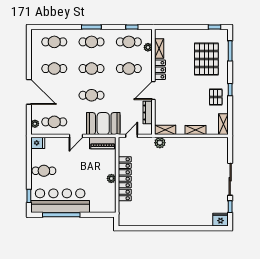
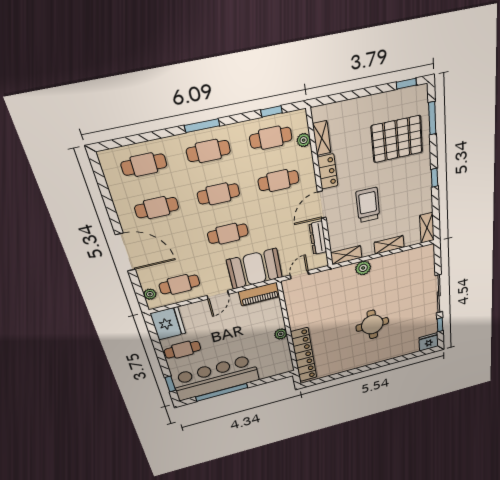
pallet: (206, 59) -> (397, 139), turned 90
pallet: (216, 97) -> (414, 193), removed
trolley: (184, 98) -> (368, 205), added
fridge: (38, 143) -> (168, 323), width x1.88, depth x1.34
plant: (160, 143) -> (363, 268), moved
locker: (125, 179) -> (304, 355), moved
round table: (178, 191) -> (372, 324), added

